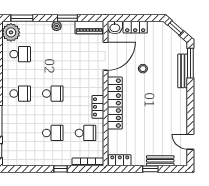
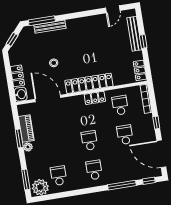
piano: (89, 28) -> (26, 129), moved
bench: (160, 161) -> (134, 34), width x1.36
door: (26, 169) -> (161, 154), added

